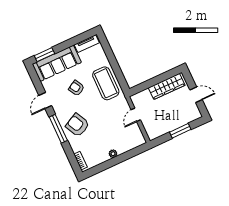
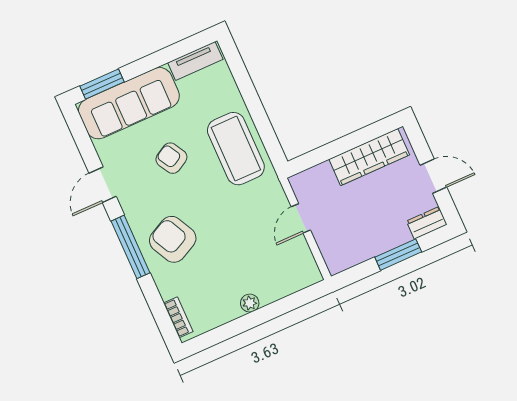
dresser: (193, 116) -> (427, 223), added

